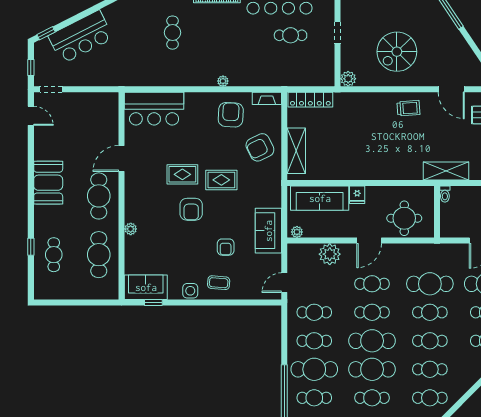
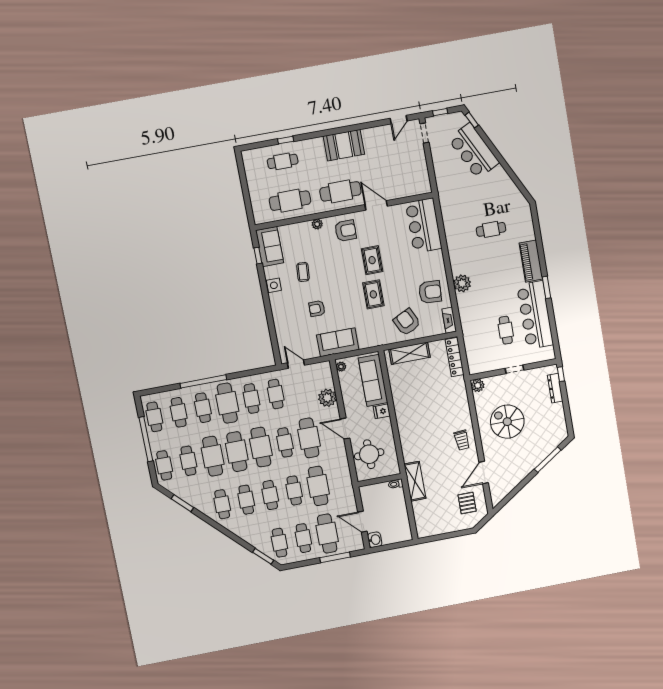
plant: (223, 81) -> (462, 283), width x1.87, depth x1.87
armchair: (191, 209) -> (346, 231), moved, turned 180
coffee table: (219, 283) -> (303, 272), moved
cafe table: (372, 284) -> (309, 438), width x1.37, depth x1.35
cafe table: (372, 398) -> (213, 456), width x1.37, depth x1.35

